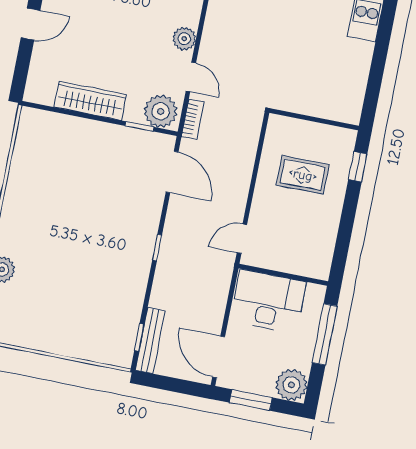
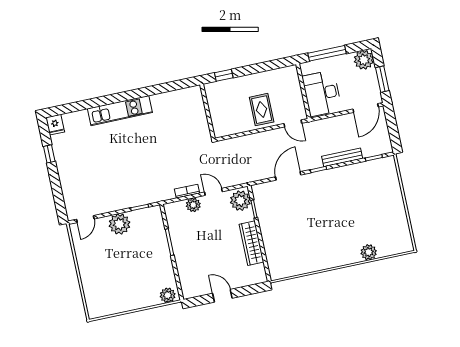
door: (191, 77) -> (213, 192), hinge flipped
bookcase: (193, 119) -> (187, 191), moved
door: (172, 172) -> (288, 176), moved
rug: (303, 175) -> (262, 110), moved
bench: (150, 341) -> (342, 157), moved

